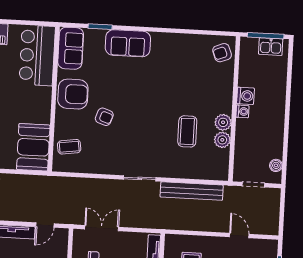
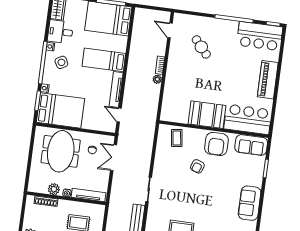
sofa: (128, 43) -> (250, 203), moved
booth: (33, 147) -> (207, 115), moved
double door: (102, 228) -> (113, 158), swing flipped

